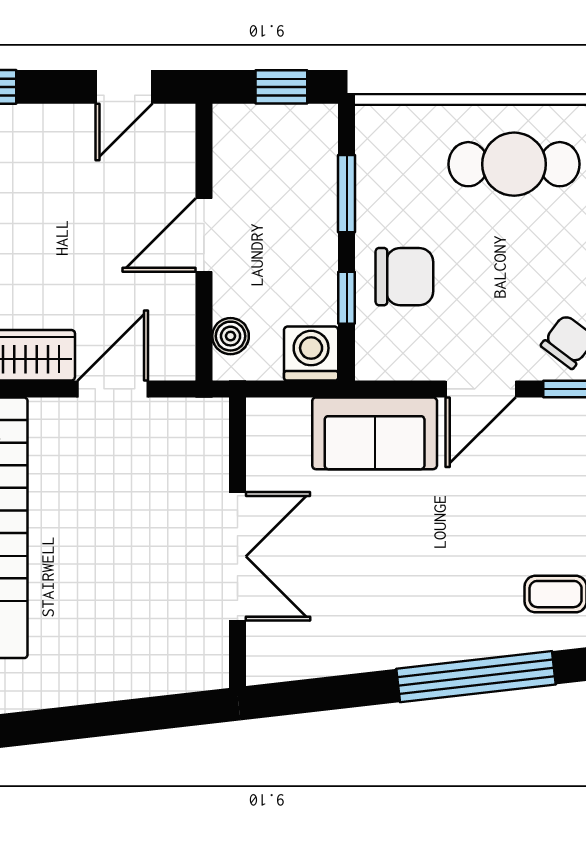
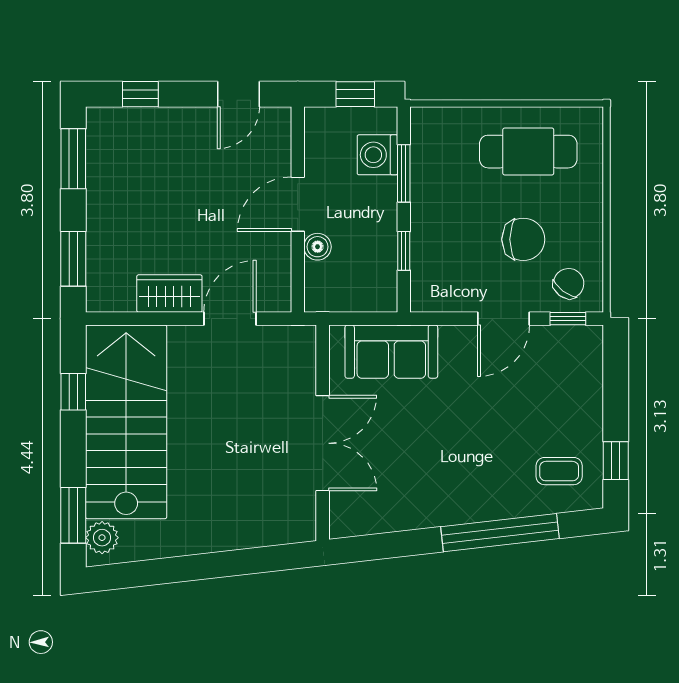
chair: (404, 277) -> (523, 239), moved
boiler: (231, 336) -> (318, 247), moved
washing machine: (311, 353) -> (377, 155), moved, turned -90
sofa: (375, 433) -> (391, 352), moved

